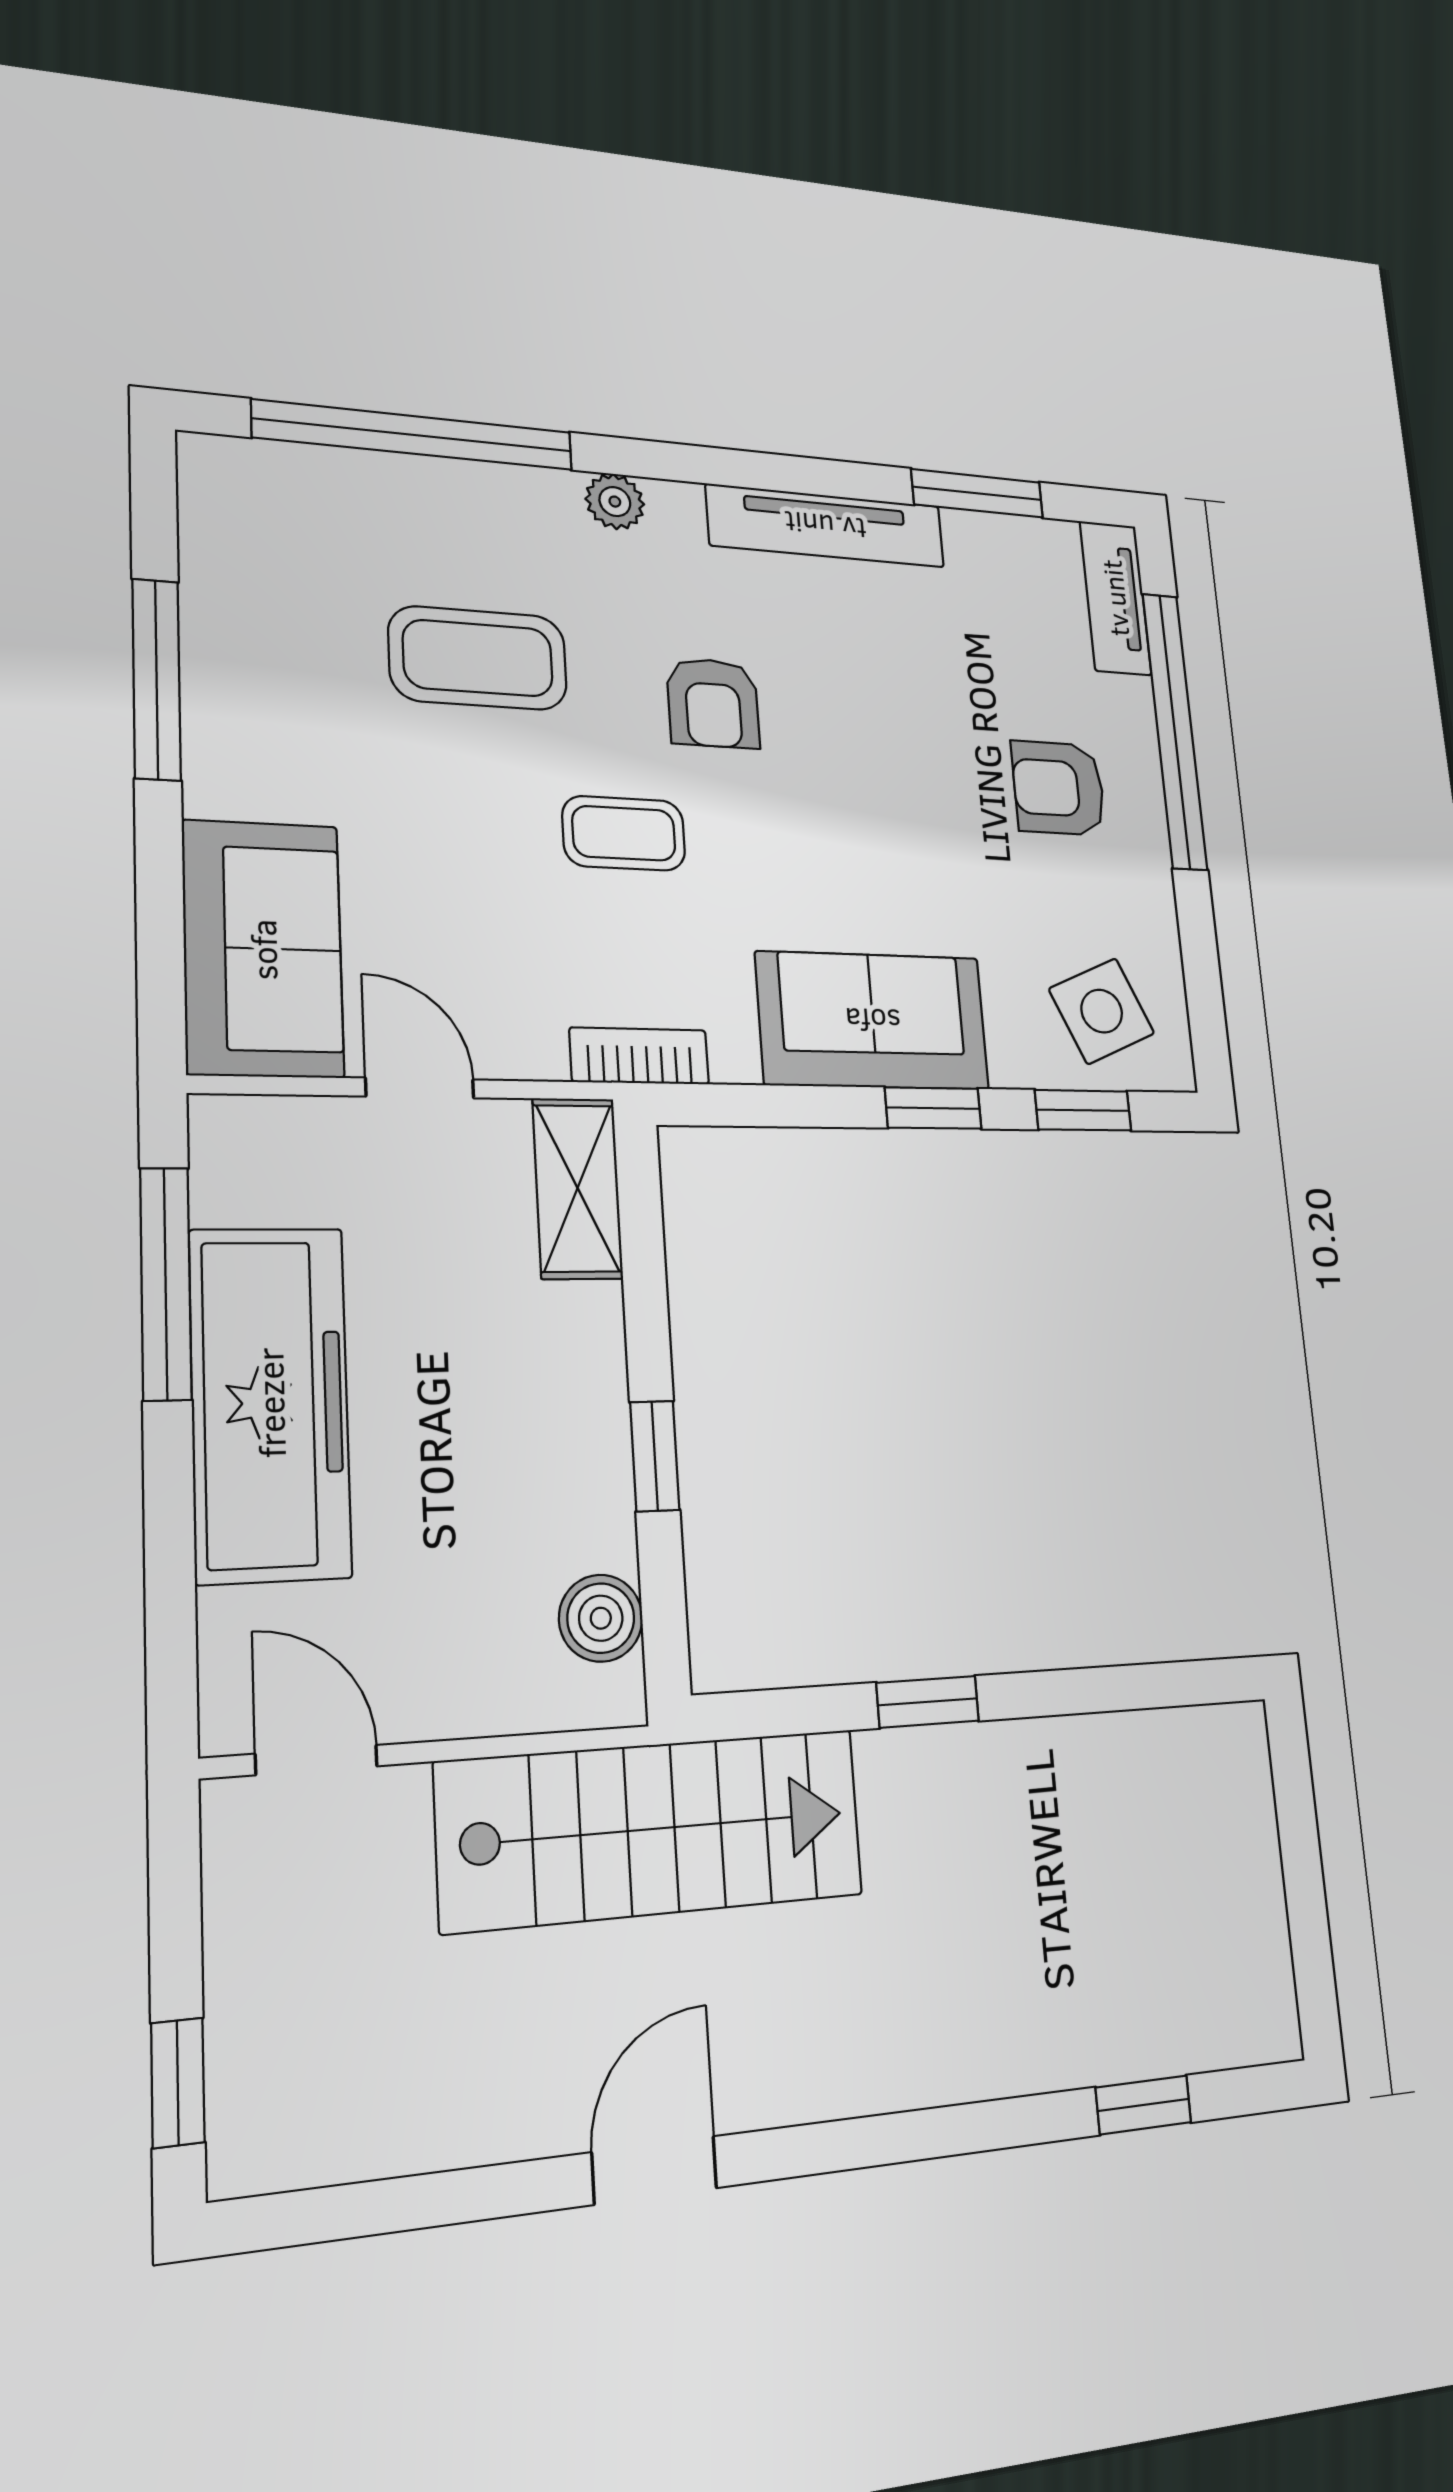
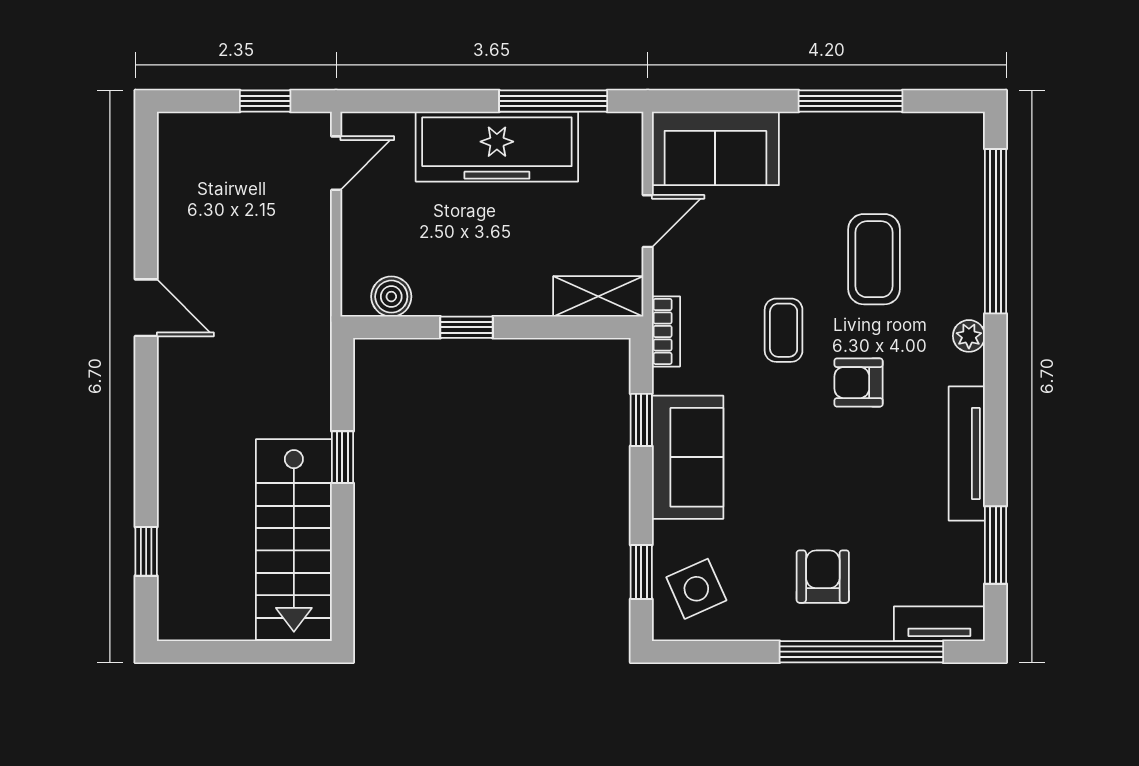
window: (933, 1108) -> (641, 420), moved
stairs: (652, 1829) -> (294, 539), moved
window: (178, 2083) -> (265, 101), moved

